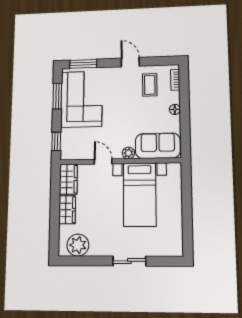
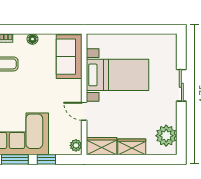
window: (56, 141) -> (46, 159), moved
plant: (128, 153) -> (76, 145), moved
door: (103, 162) -> (84, 111), hinge flipped

